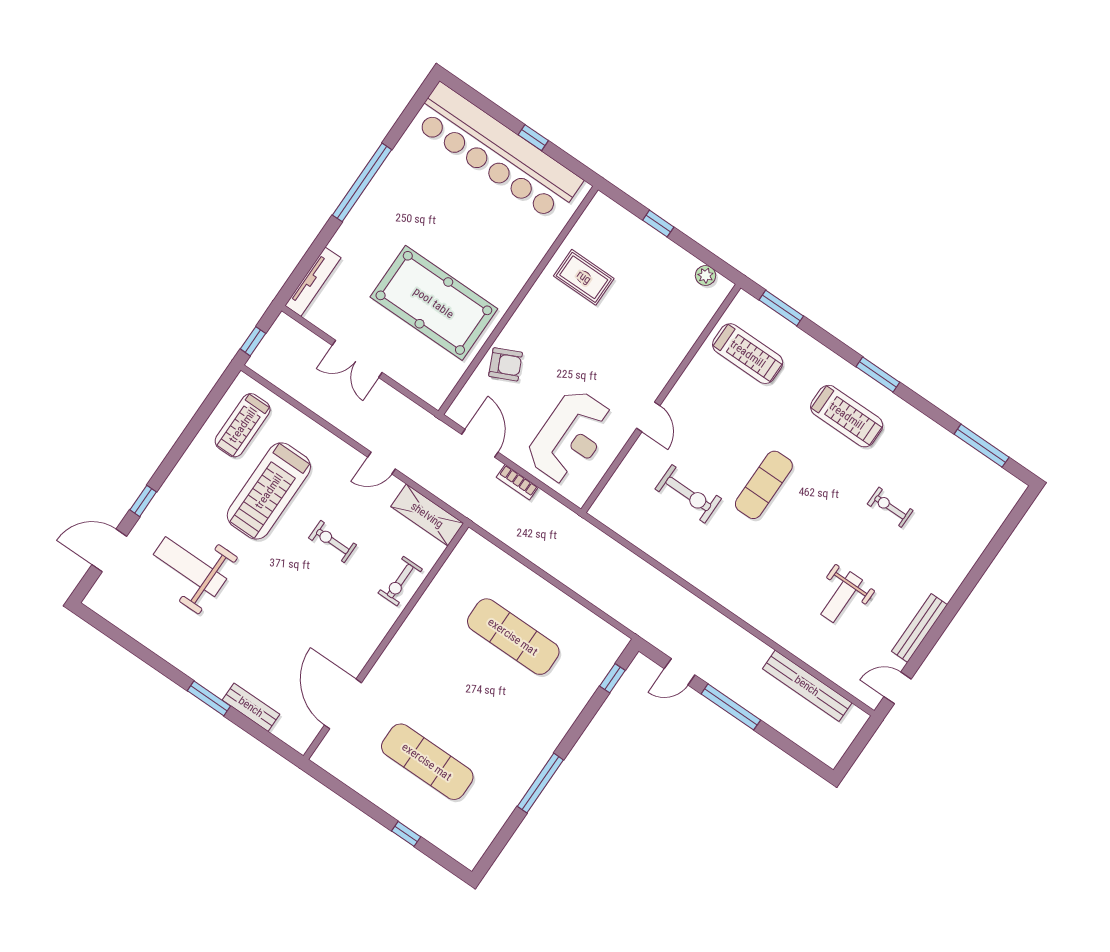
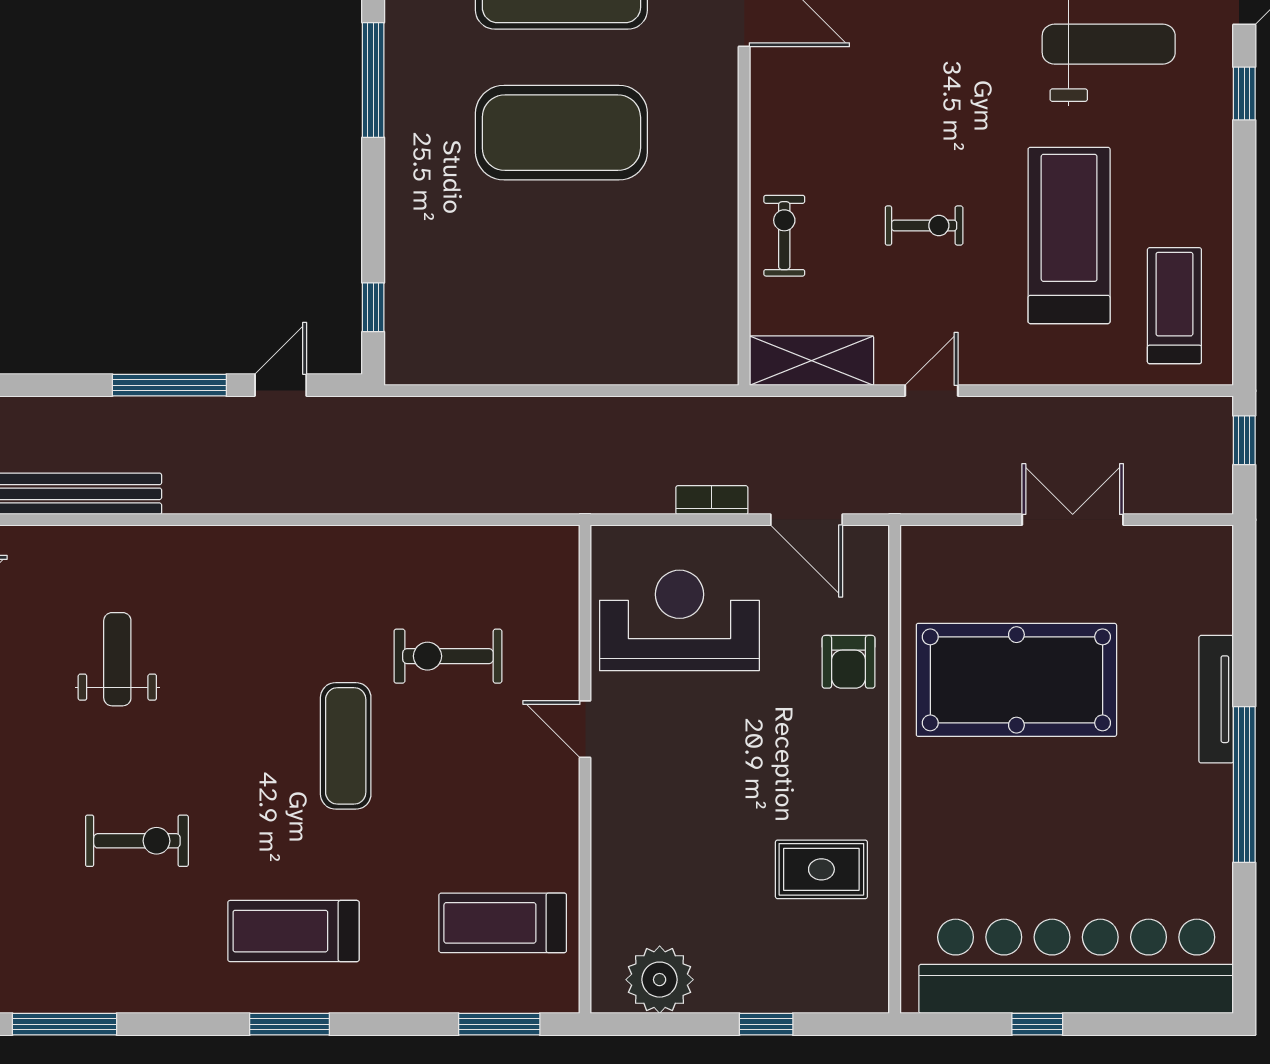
plant: (706, 276) -> (660, 980), width x1.87, depth x1.87
tv unit: (313, 282) -> (1216, 699), moved
armchair: (506, 364) -> (849, 662), turned -65
reception desk: (570, 437) -> (679, 620), turned 90
exercise bike: (890, 507) -> (137, 841), width x1.38, depth x1.39
exercise mat: (513, 637) -> (561, 133), moved, width x1.47

